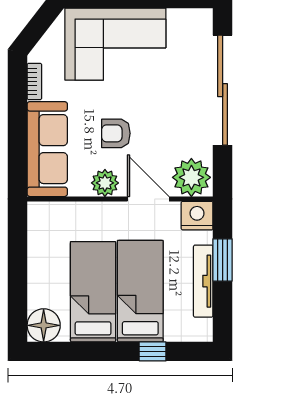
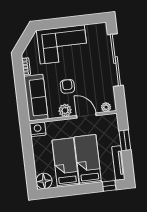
armchair: (116, 133) -> (67, 86), turned 90
plant: (191, 177) -> (106, 107), width x0.53, depth x0.53
nightstand: (197, 216) -> (38, 129), moved
tv unit: (203, 281) -> (118, 163), moved
window: (153, 351) -> (109, 186), moved

